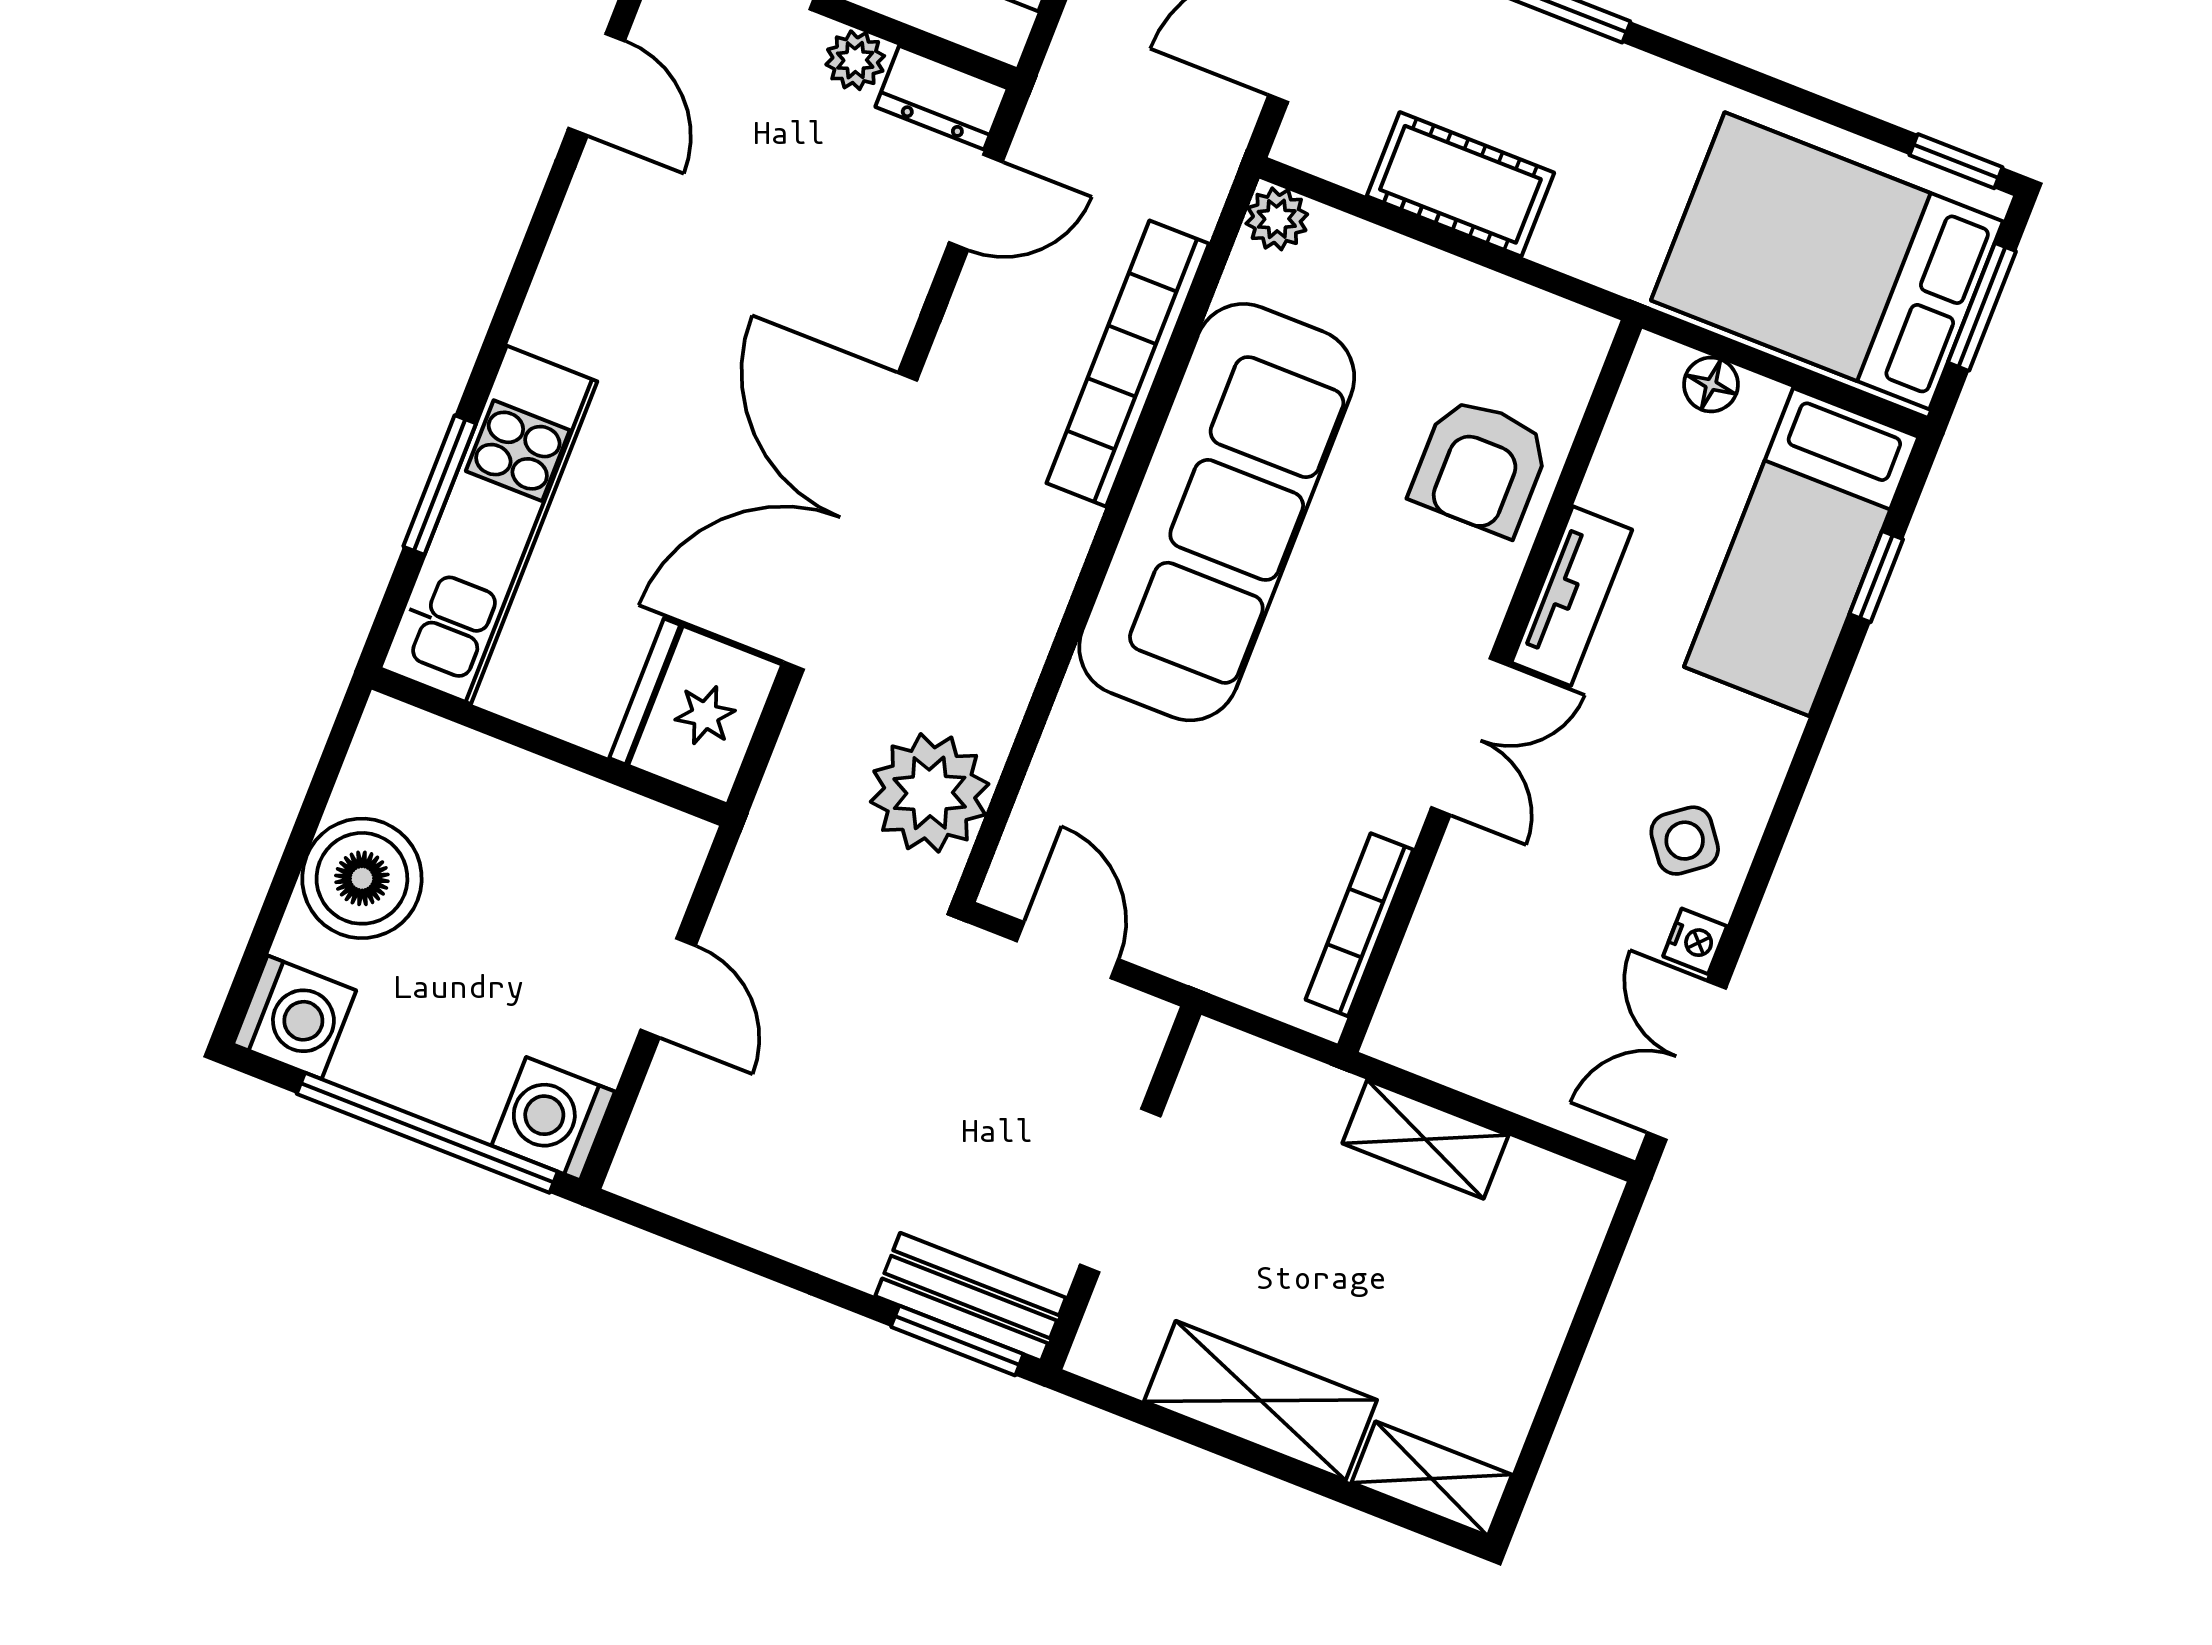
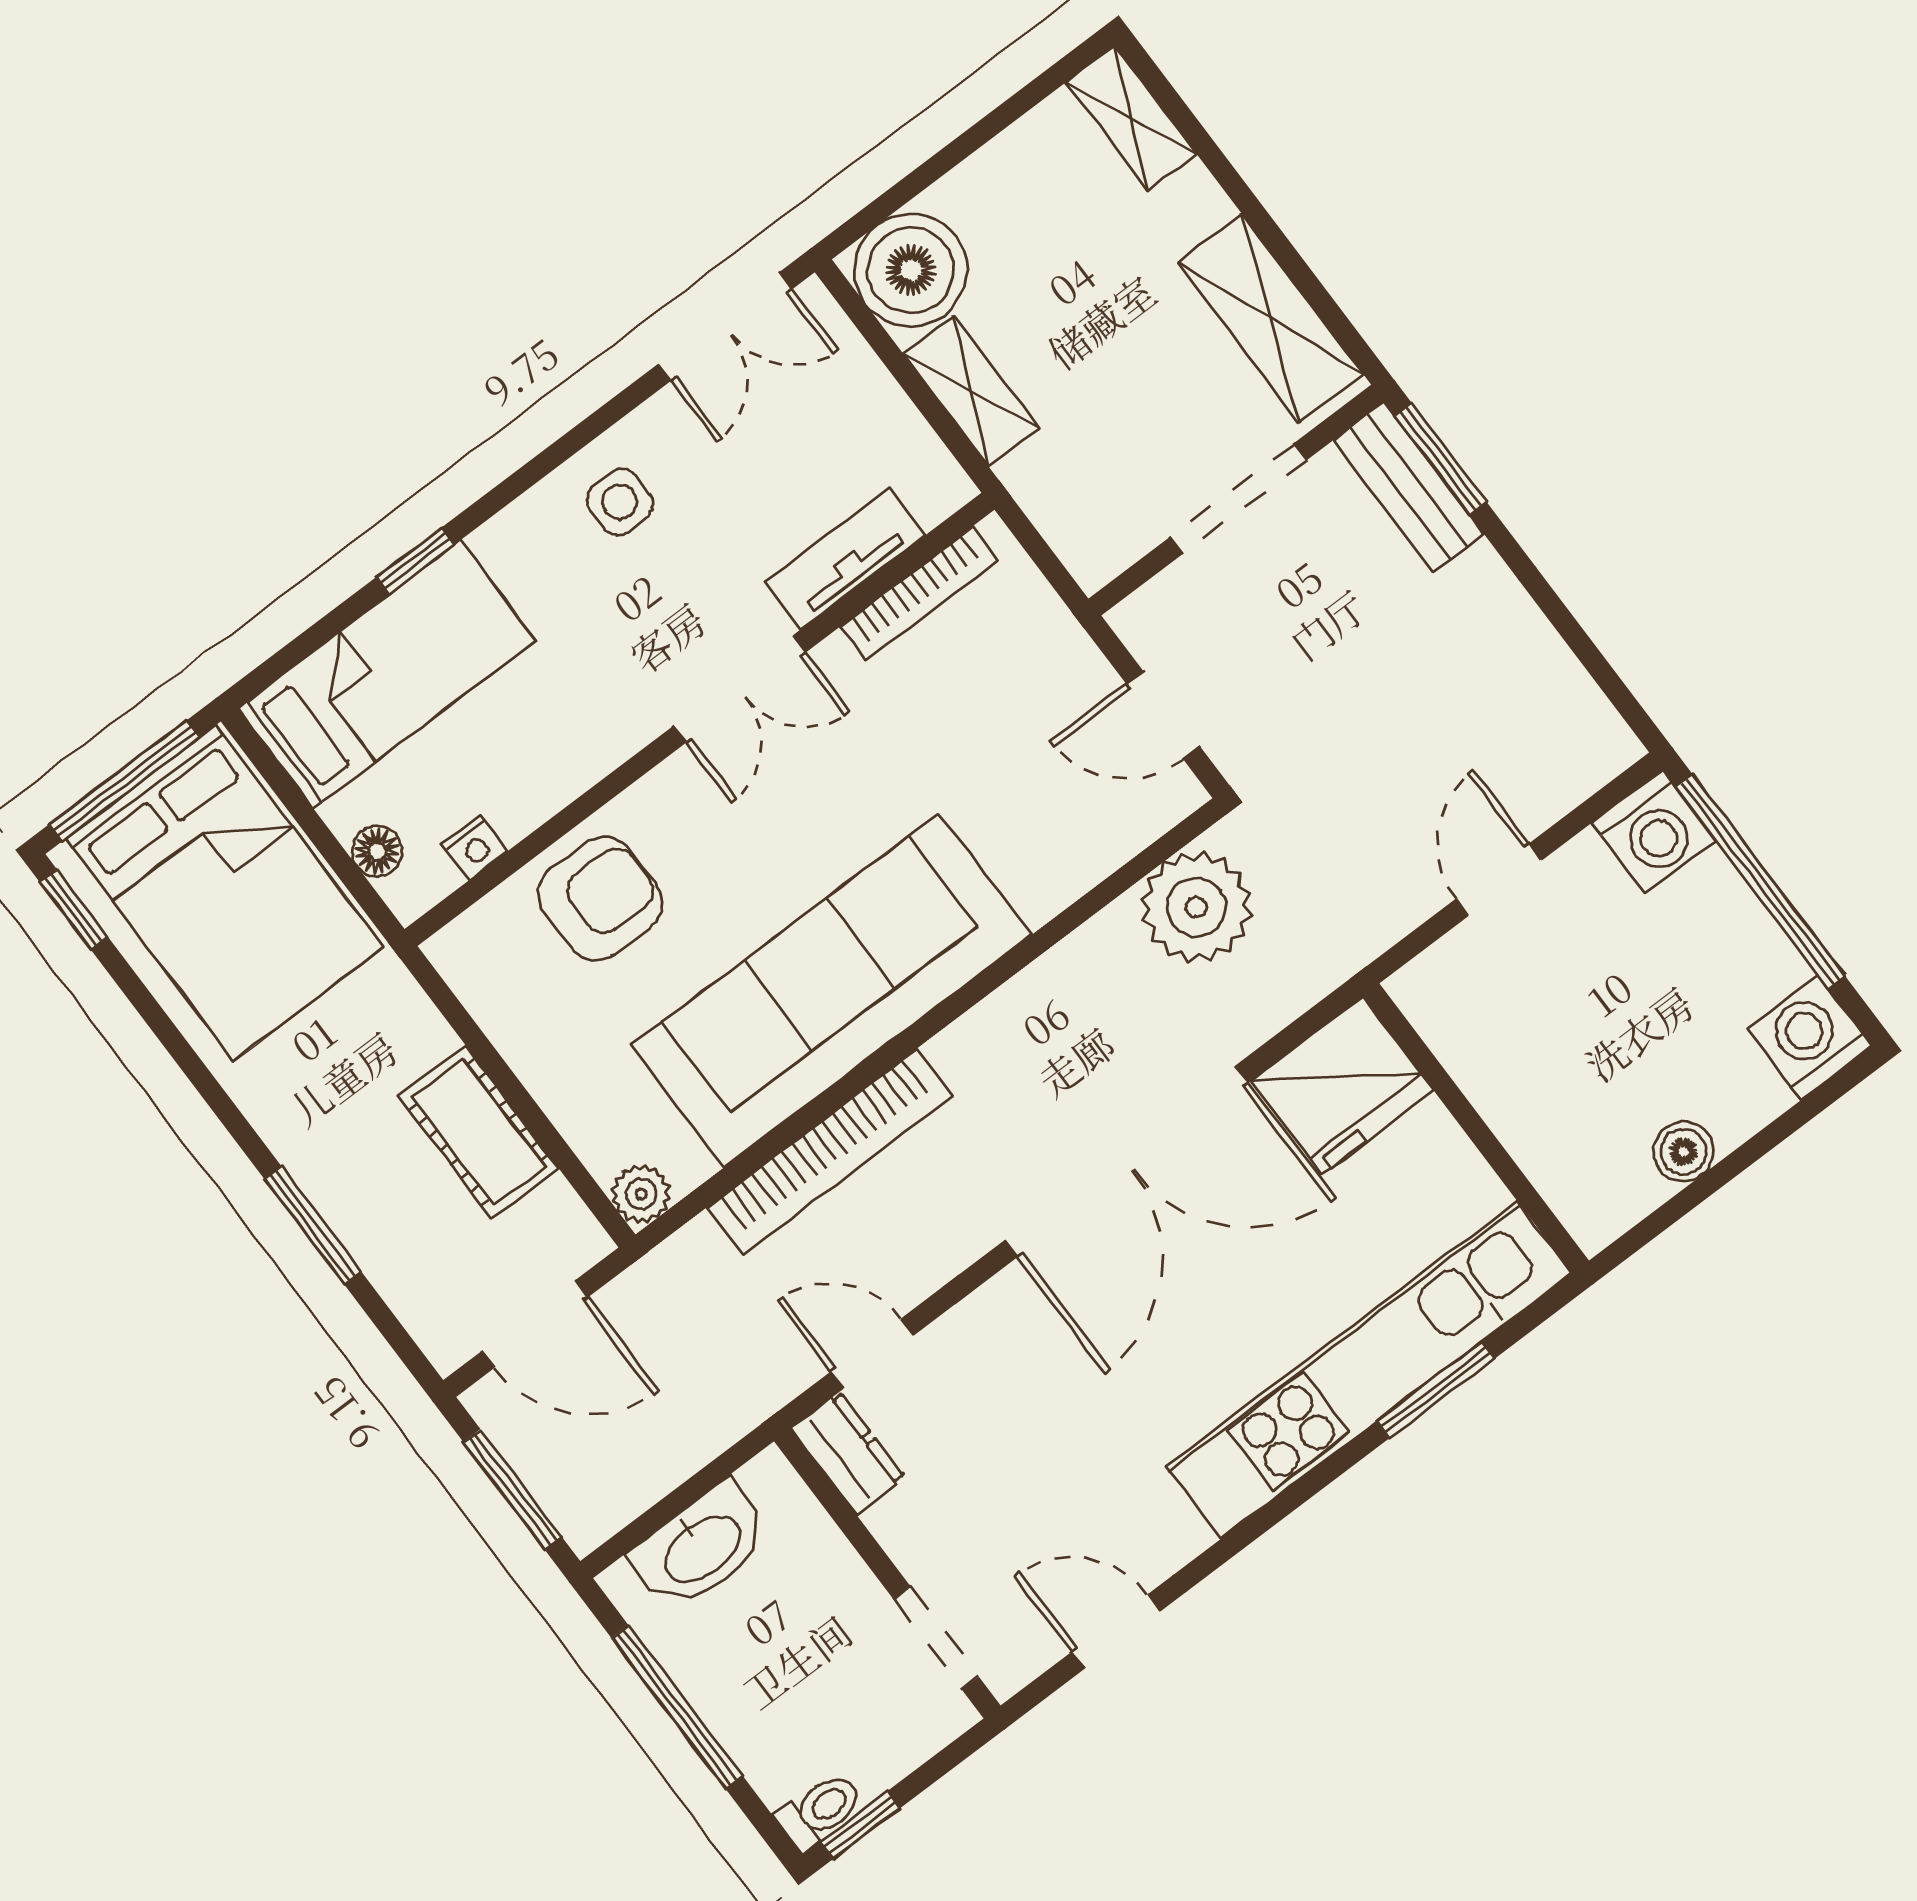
plant: (855, 60) -> (899, 1525), removed
door: (597, 85) -> (1116, 1632), hinge flipped
window: (1982, 307) -> (124, 781), width x1.44
kitchen unit: (489, 525) -> (1369, 1370), width x1.36
window: (1876, 577) -> (415, 561), moved
tv unit: (1572, 596) -> (845, 558), moved
double door: (1470, 736) -> (740, 689), swing flipped
side table: (1685, 841) -> (620, 502), turned 37
boiler: (362, 878) -> (1683, 1152), width x0.54, depth x0.54
nightstand: (1695, 941) -> (475, 848), moved, turned 180
door: (1068, 950) -> (1163, 715), hinge flipped
boiler: (1548, 1216) -> (911, 270), added
shelving: (1261, 1401) -> (1270, 318), moved

